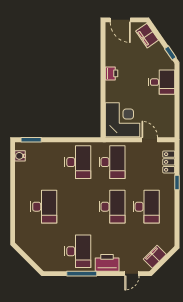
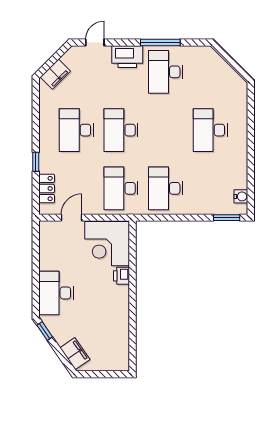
door: (120, 20) -> (110, 374), removed
printer: (111, 73) -> (122, 276), moved
desk: (162, 82) -> (56, 293), width x1.37
door: (150, 140) -> (72, 218), swing flipped
filing cabinet: (155, 257) -> (55, 74), moved

